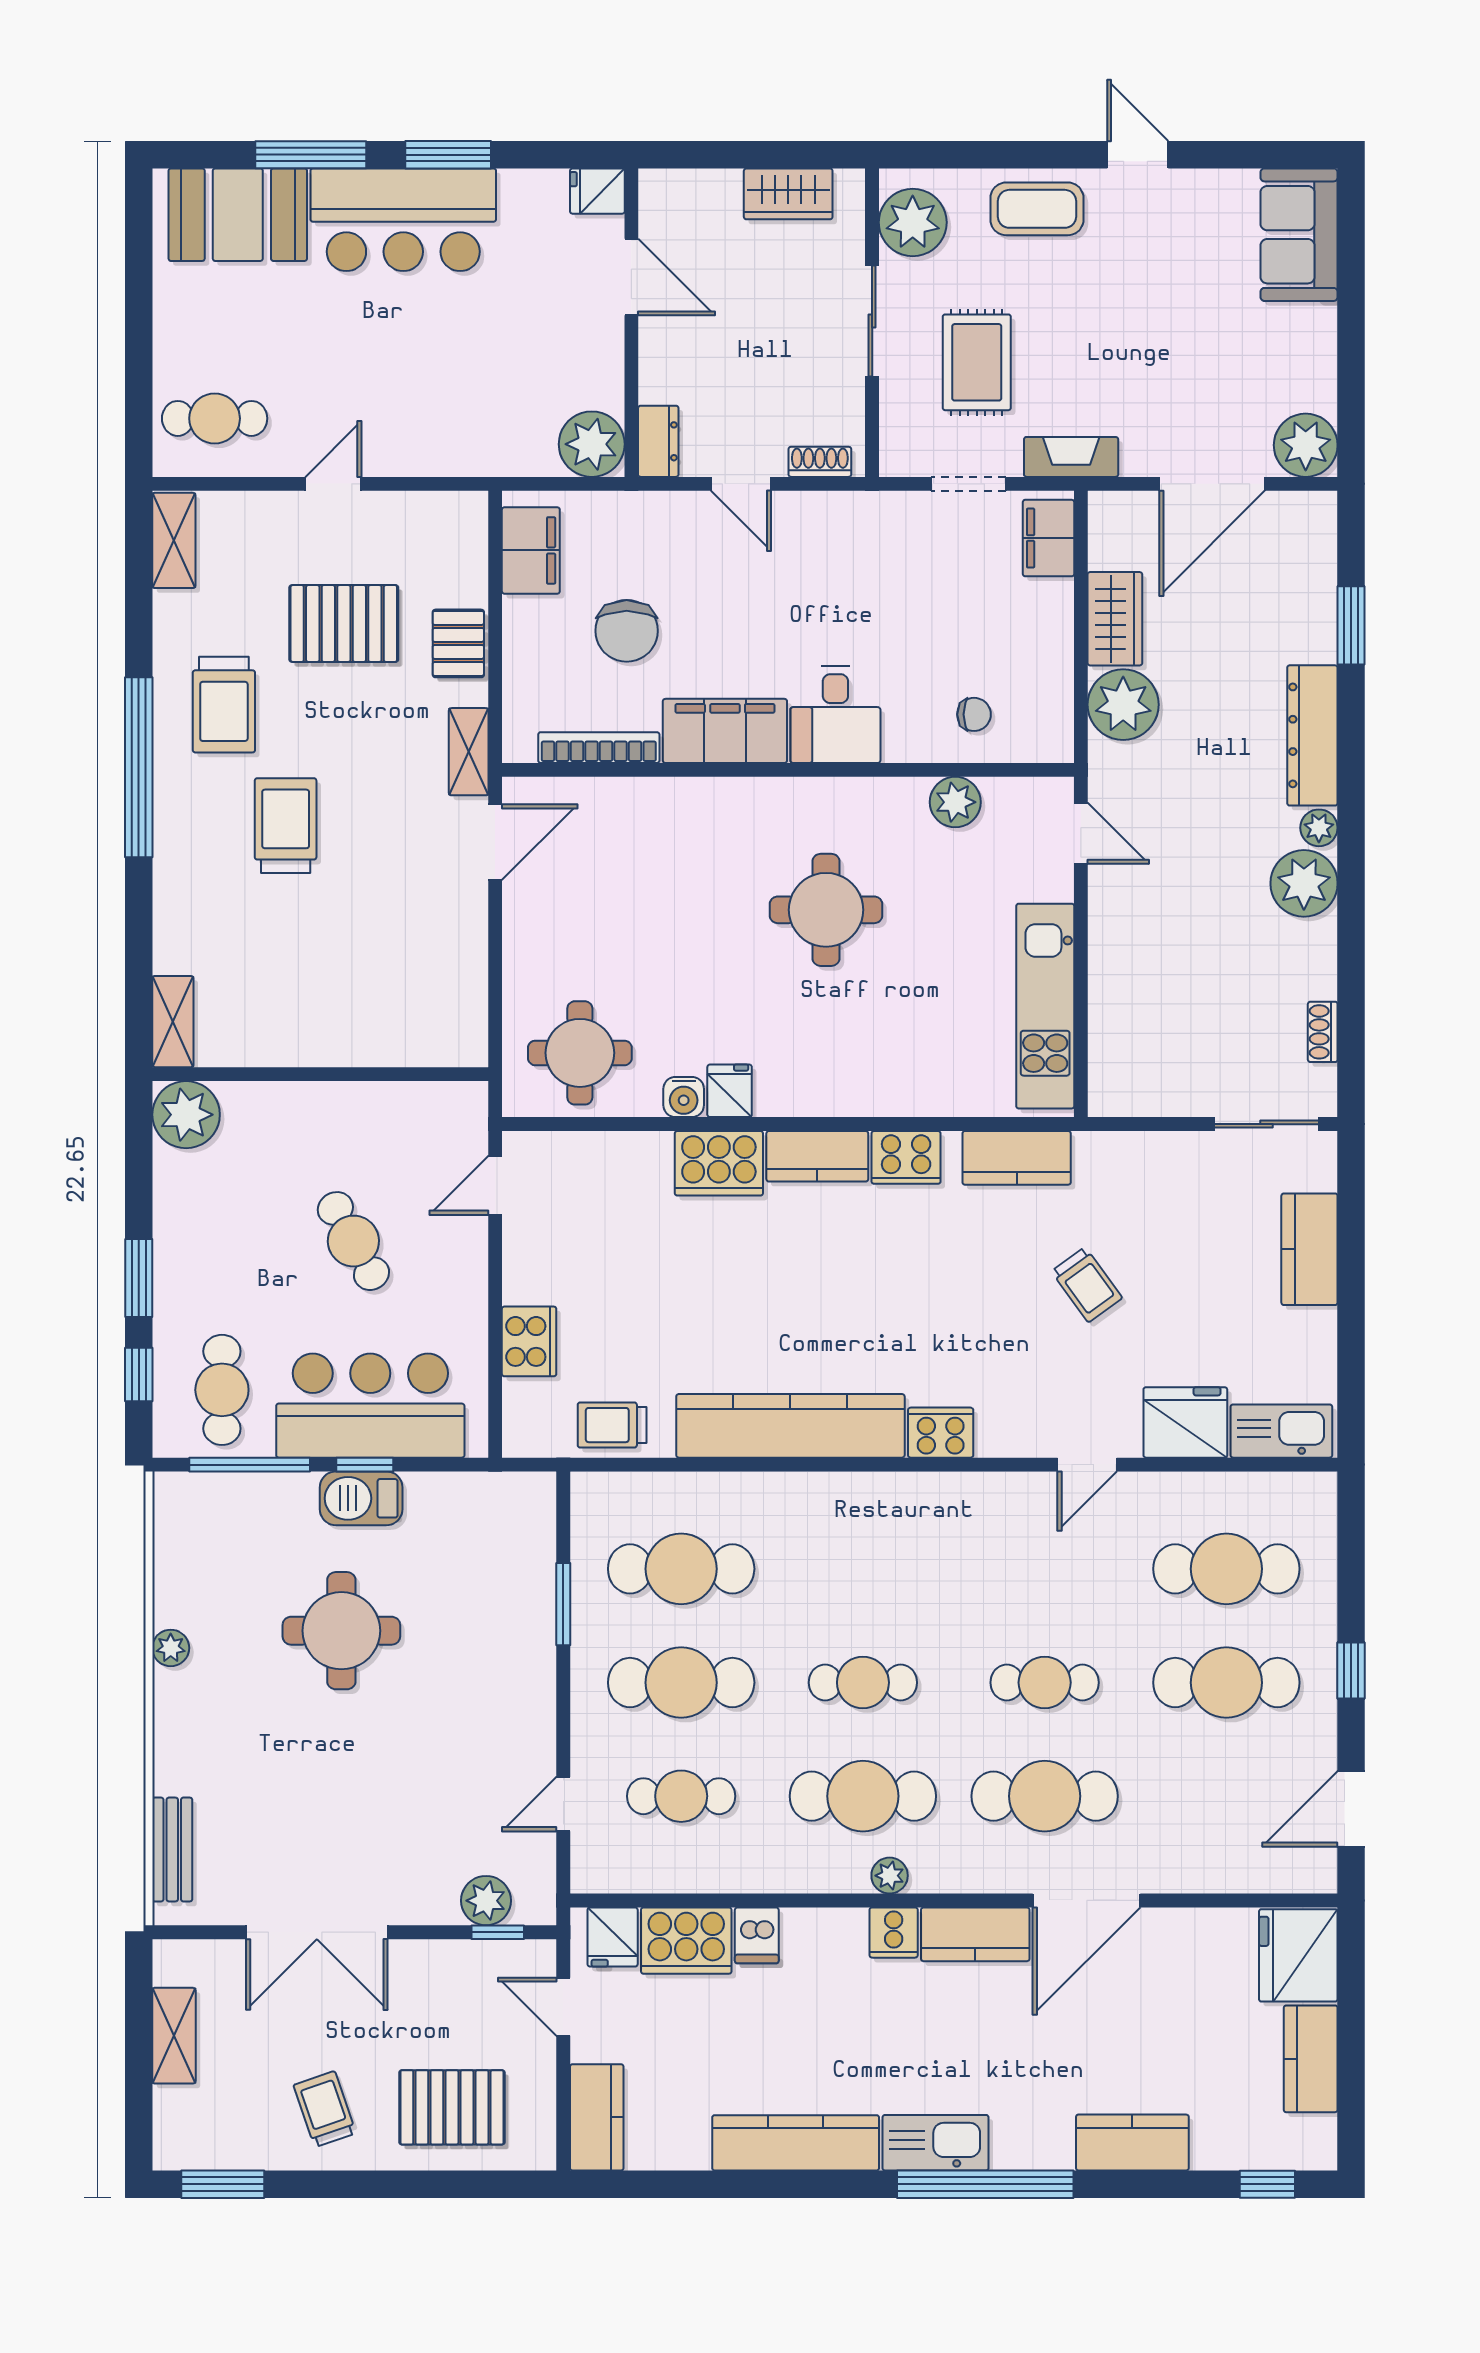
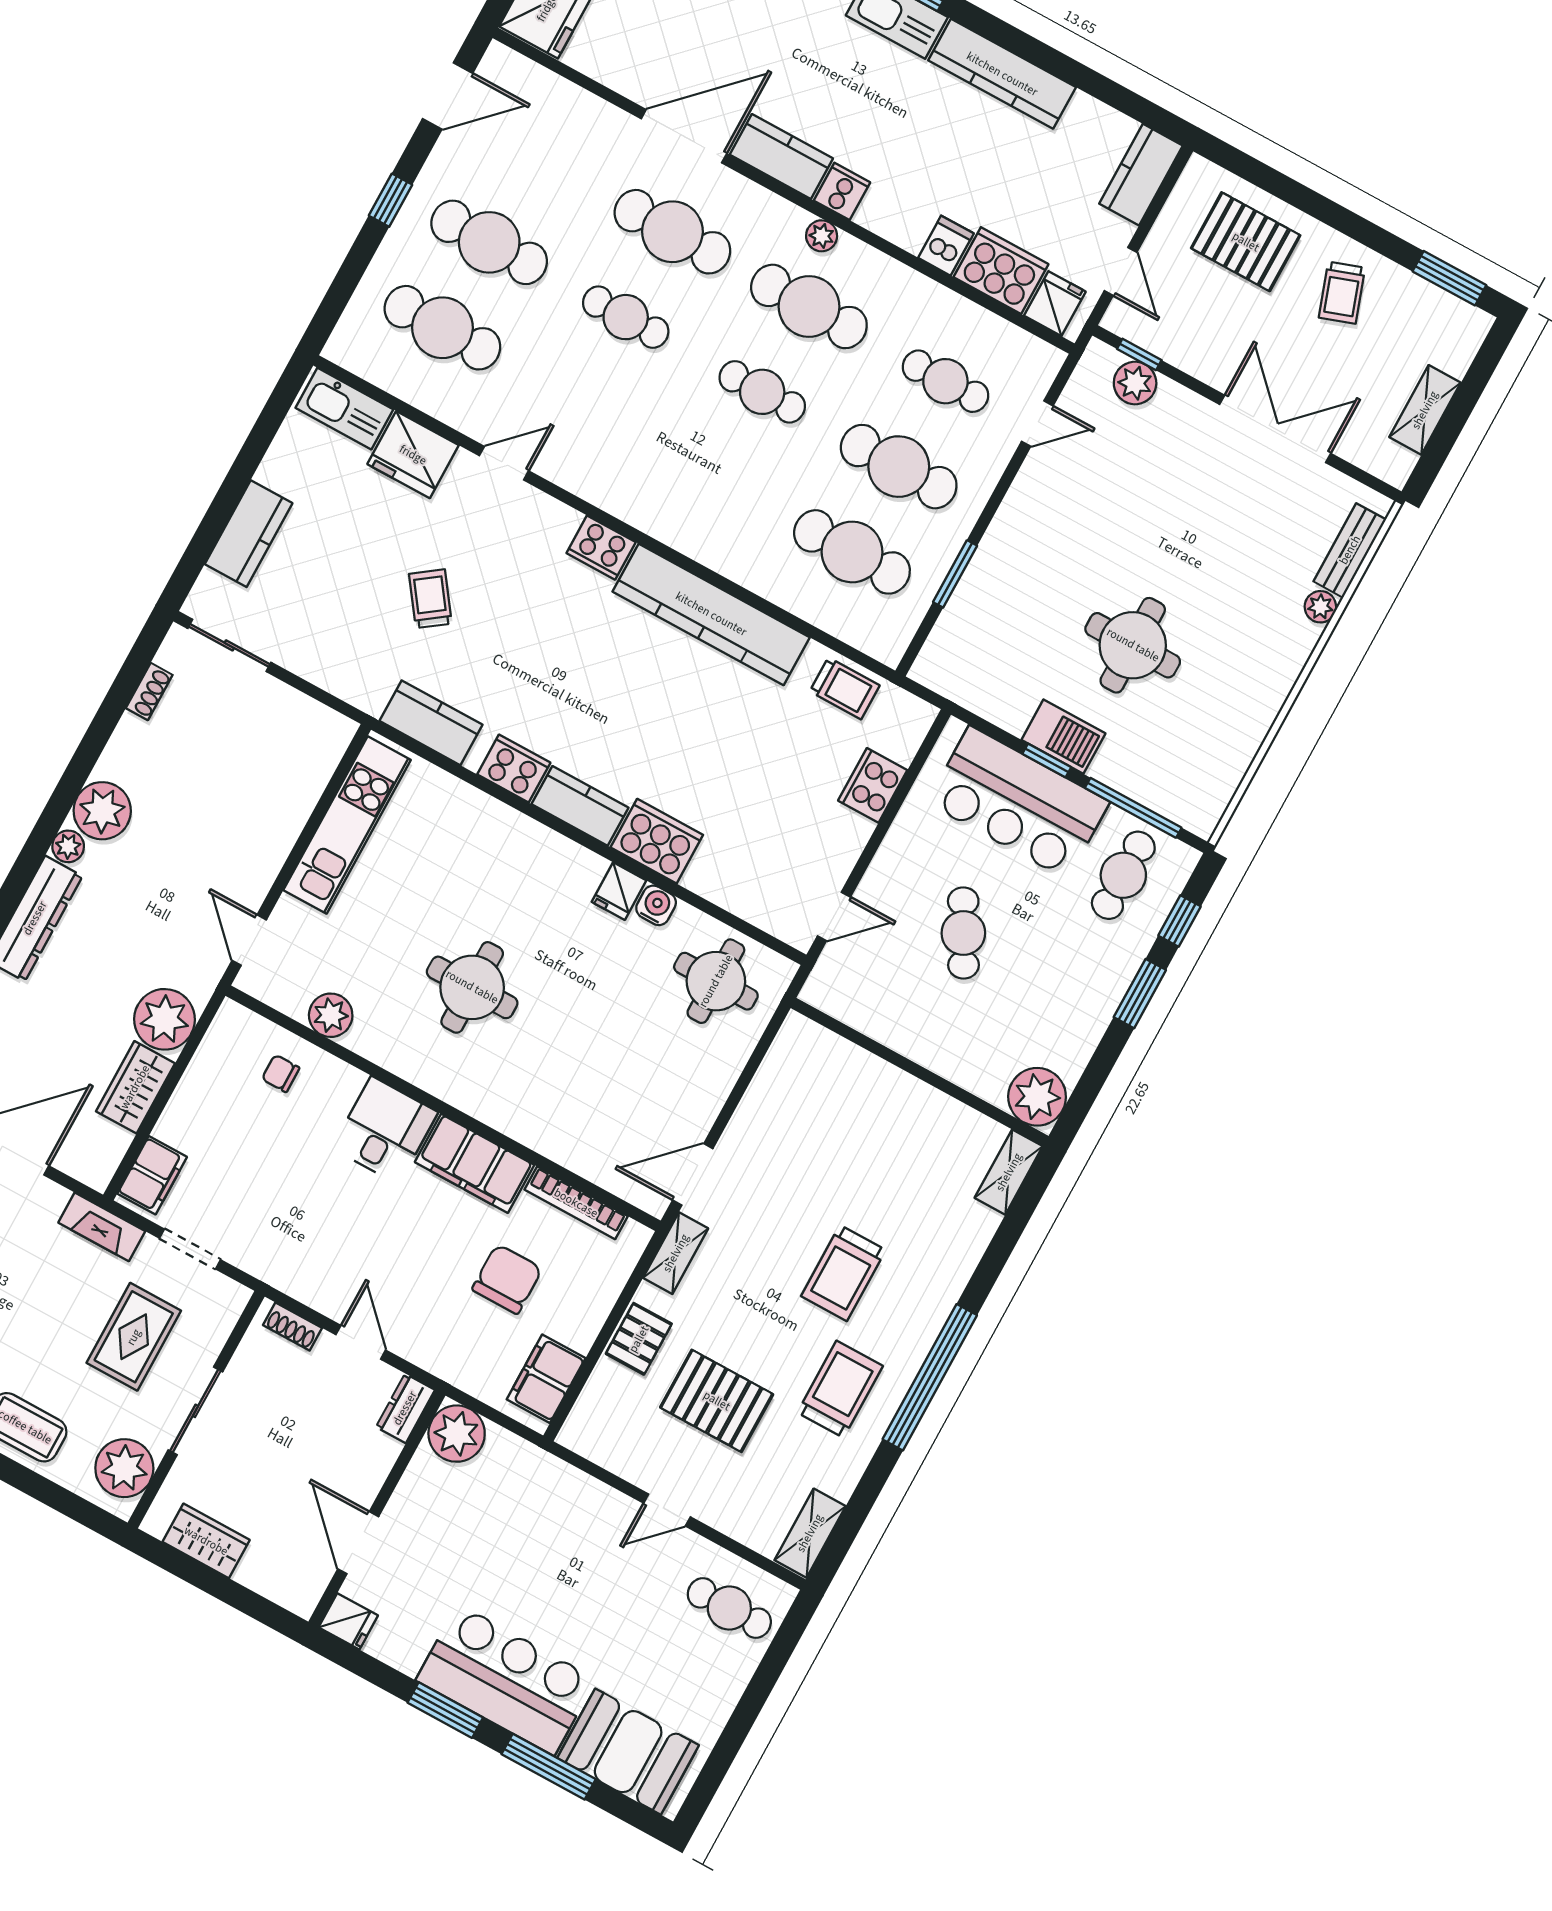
plant: (171, 1648) -> (1320, 607), moved

